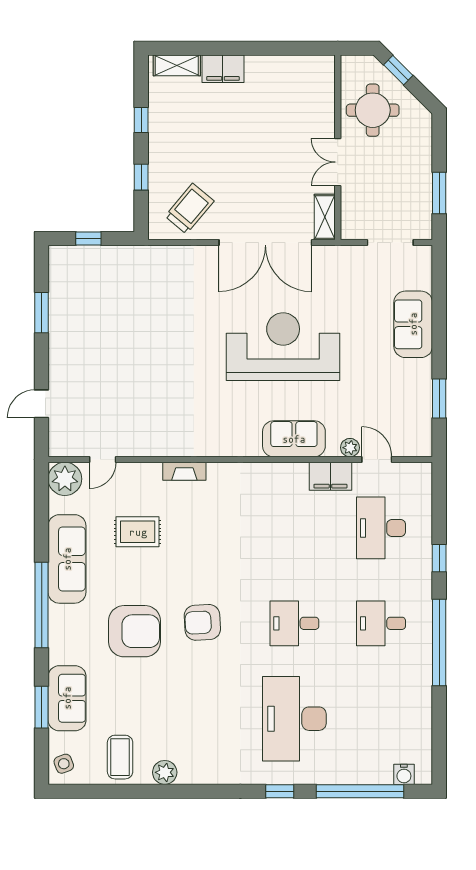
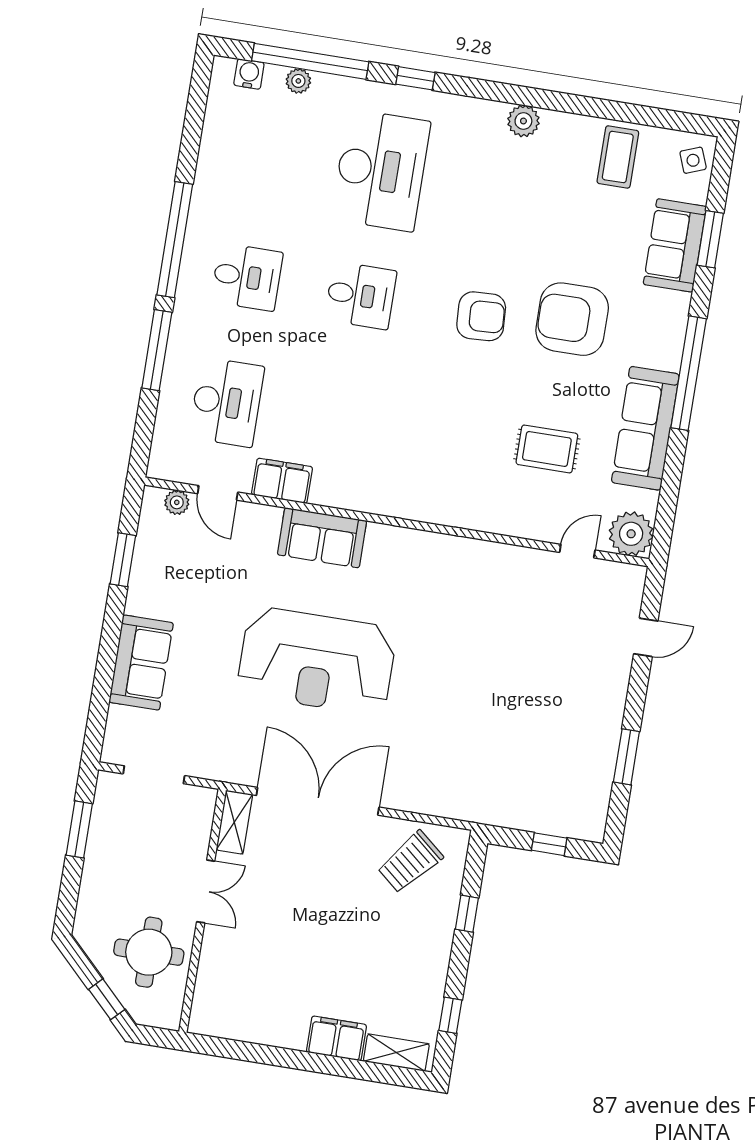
window: (141, 120) -> (450, 1015), moved
plant: (350, 448) -> (177, 502), moved
fireplace: (184, 471) -> (473, 518), removed
window: (439, 558) -> (157, 350), width x2.17
plant: (165, 772) -> (523, 121), moved
plant: (366, 775) -> (298, 81), added

